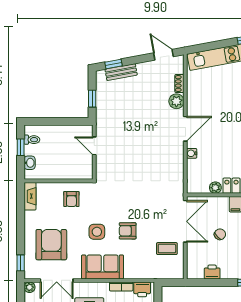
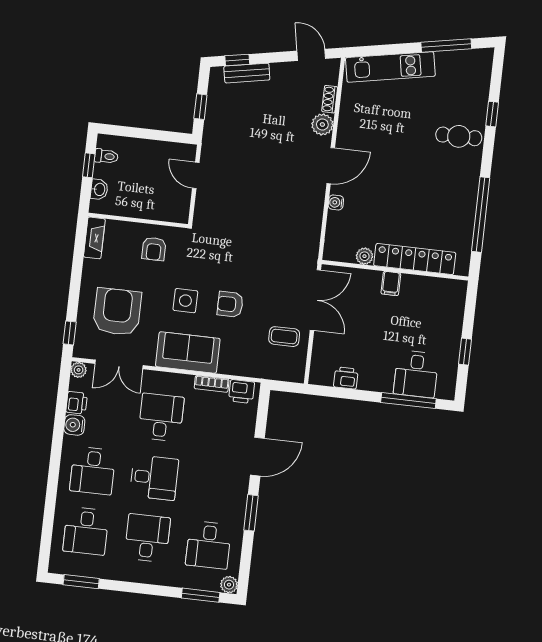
chair: (220, 234) -> (363, 325), removed

